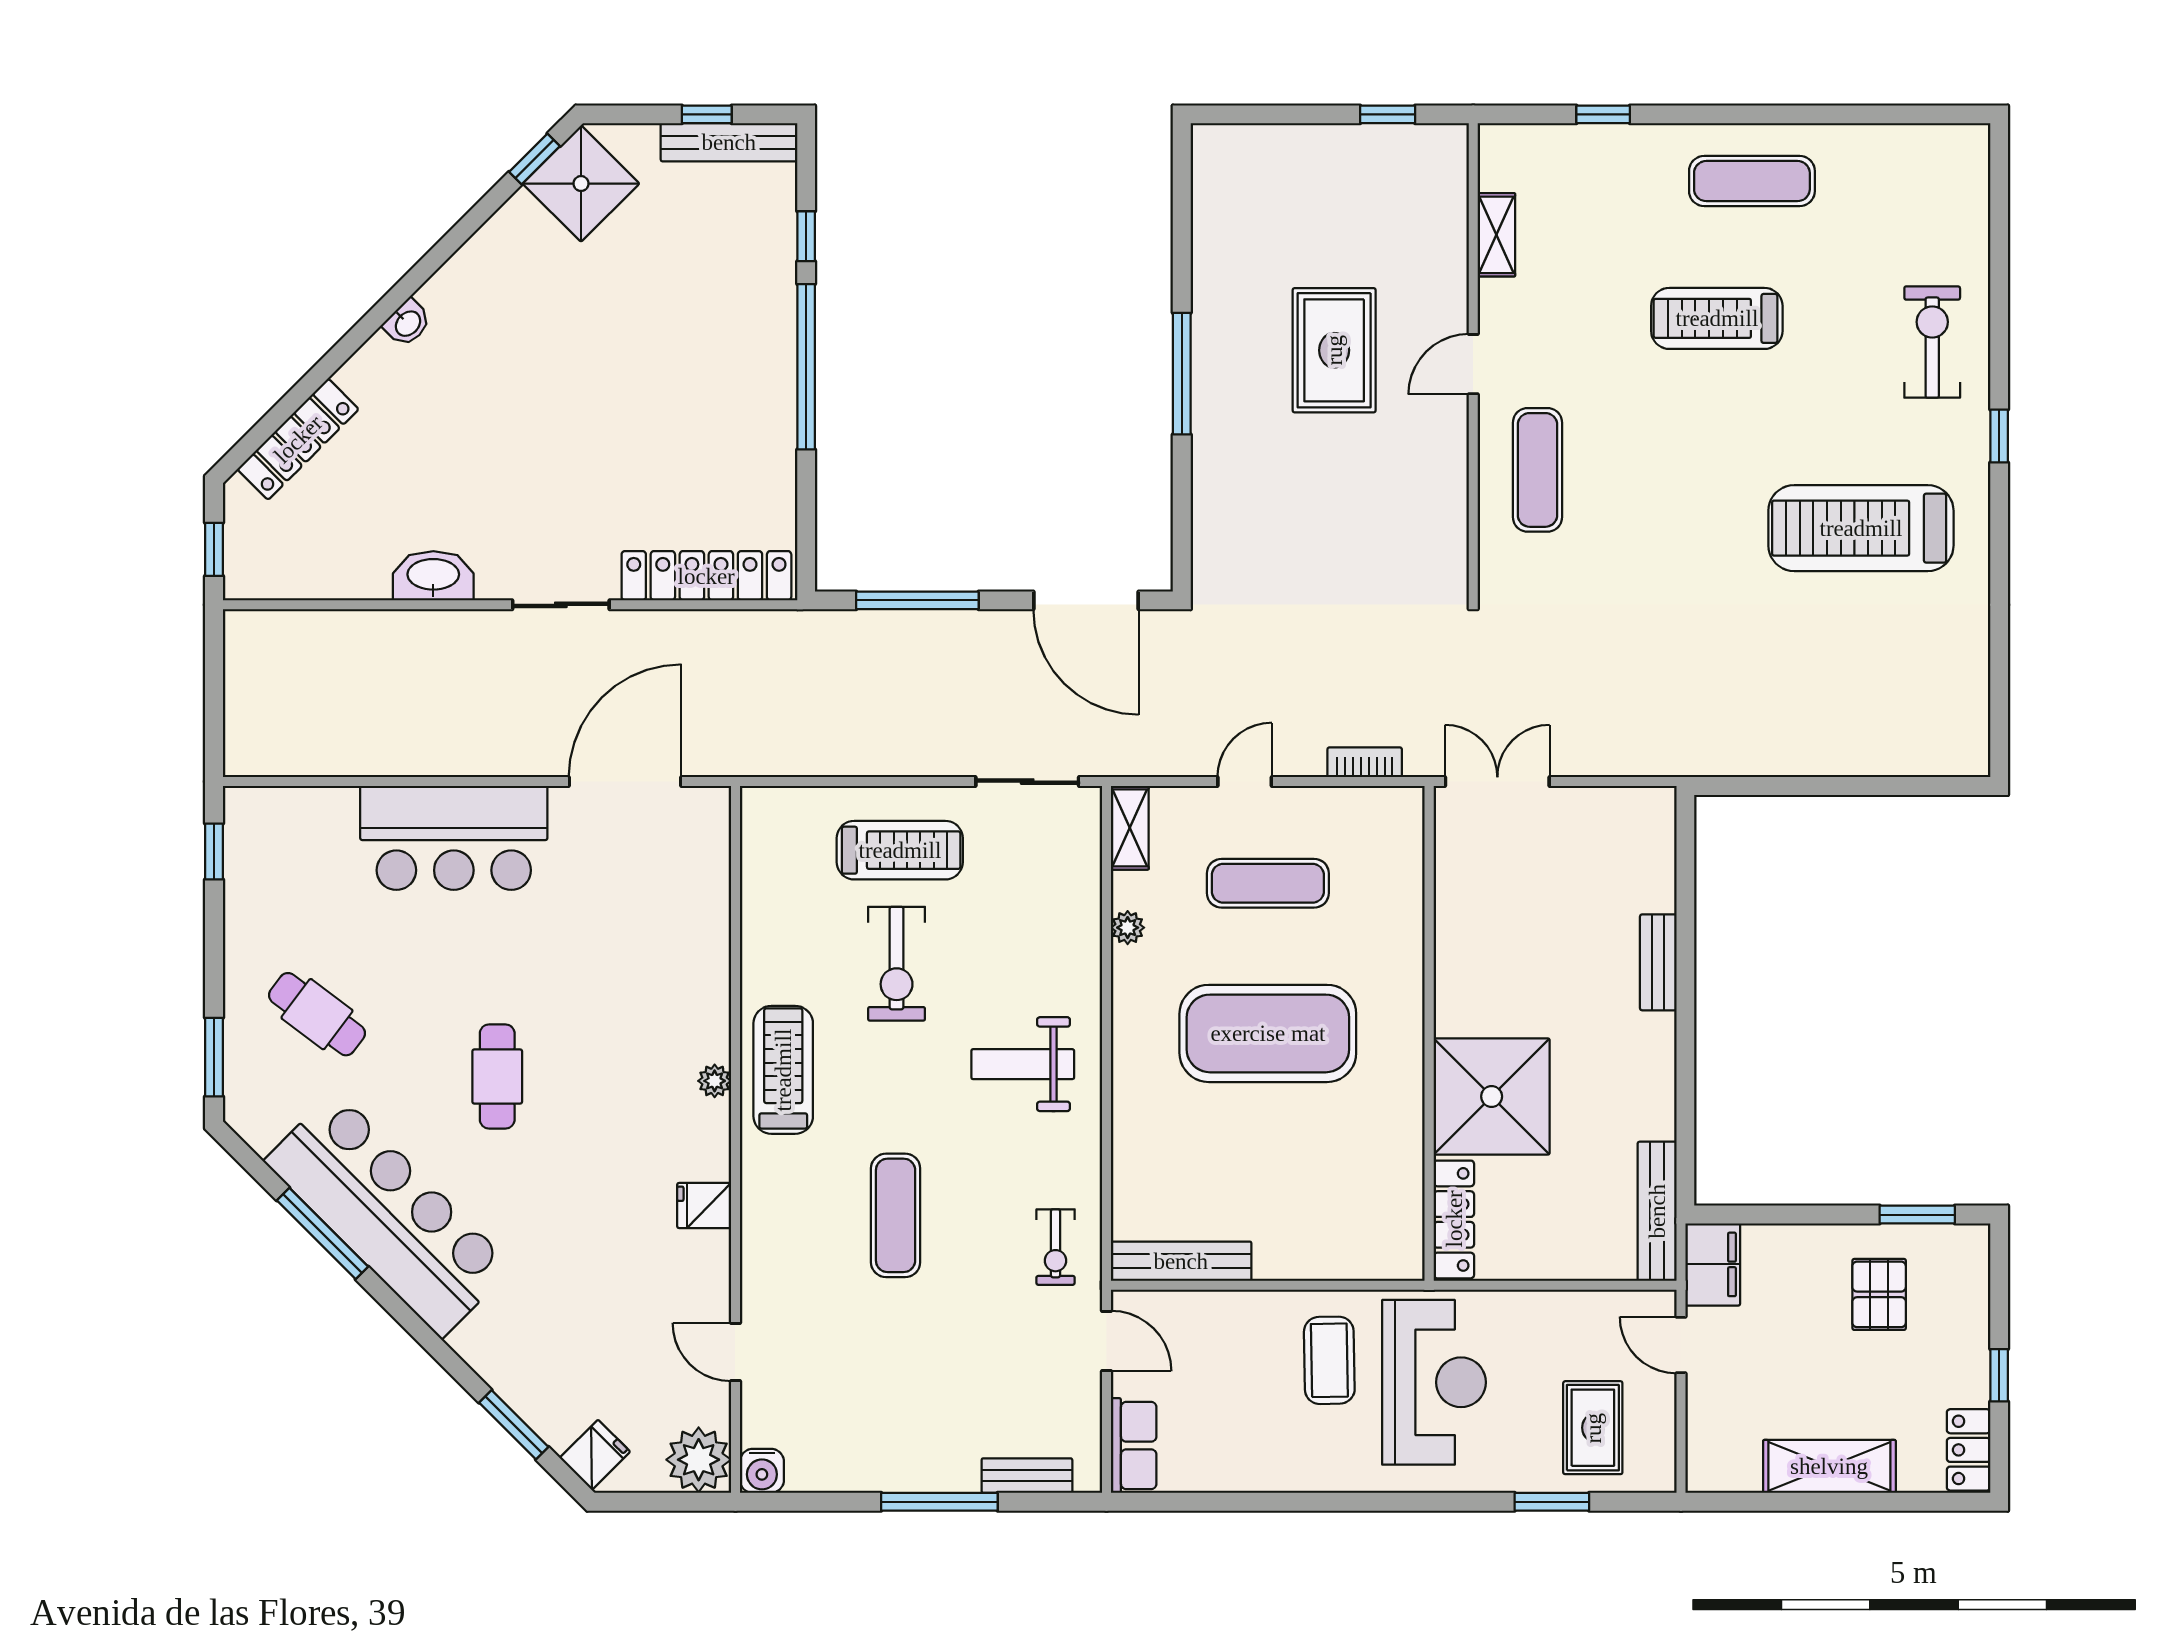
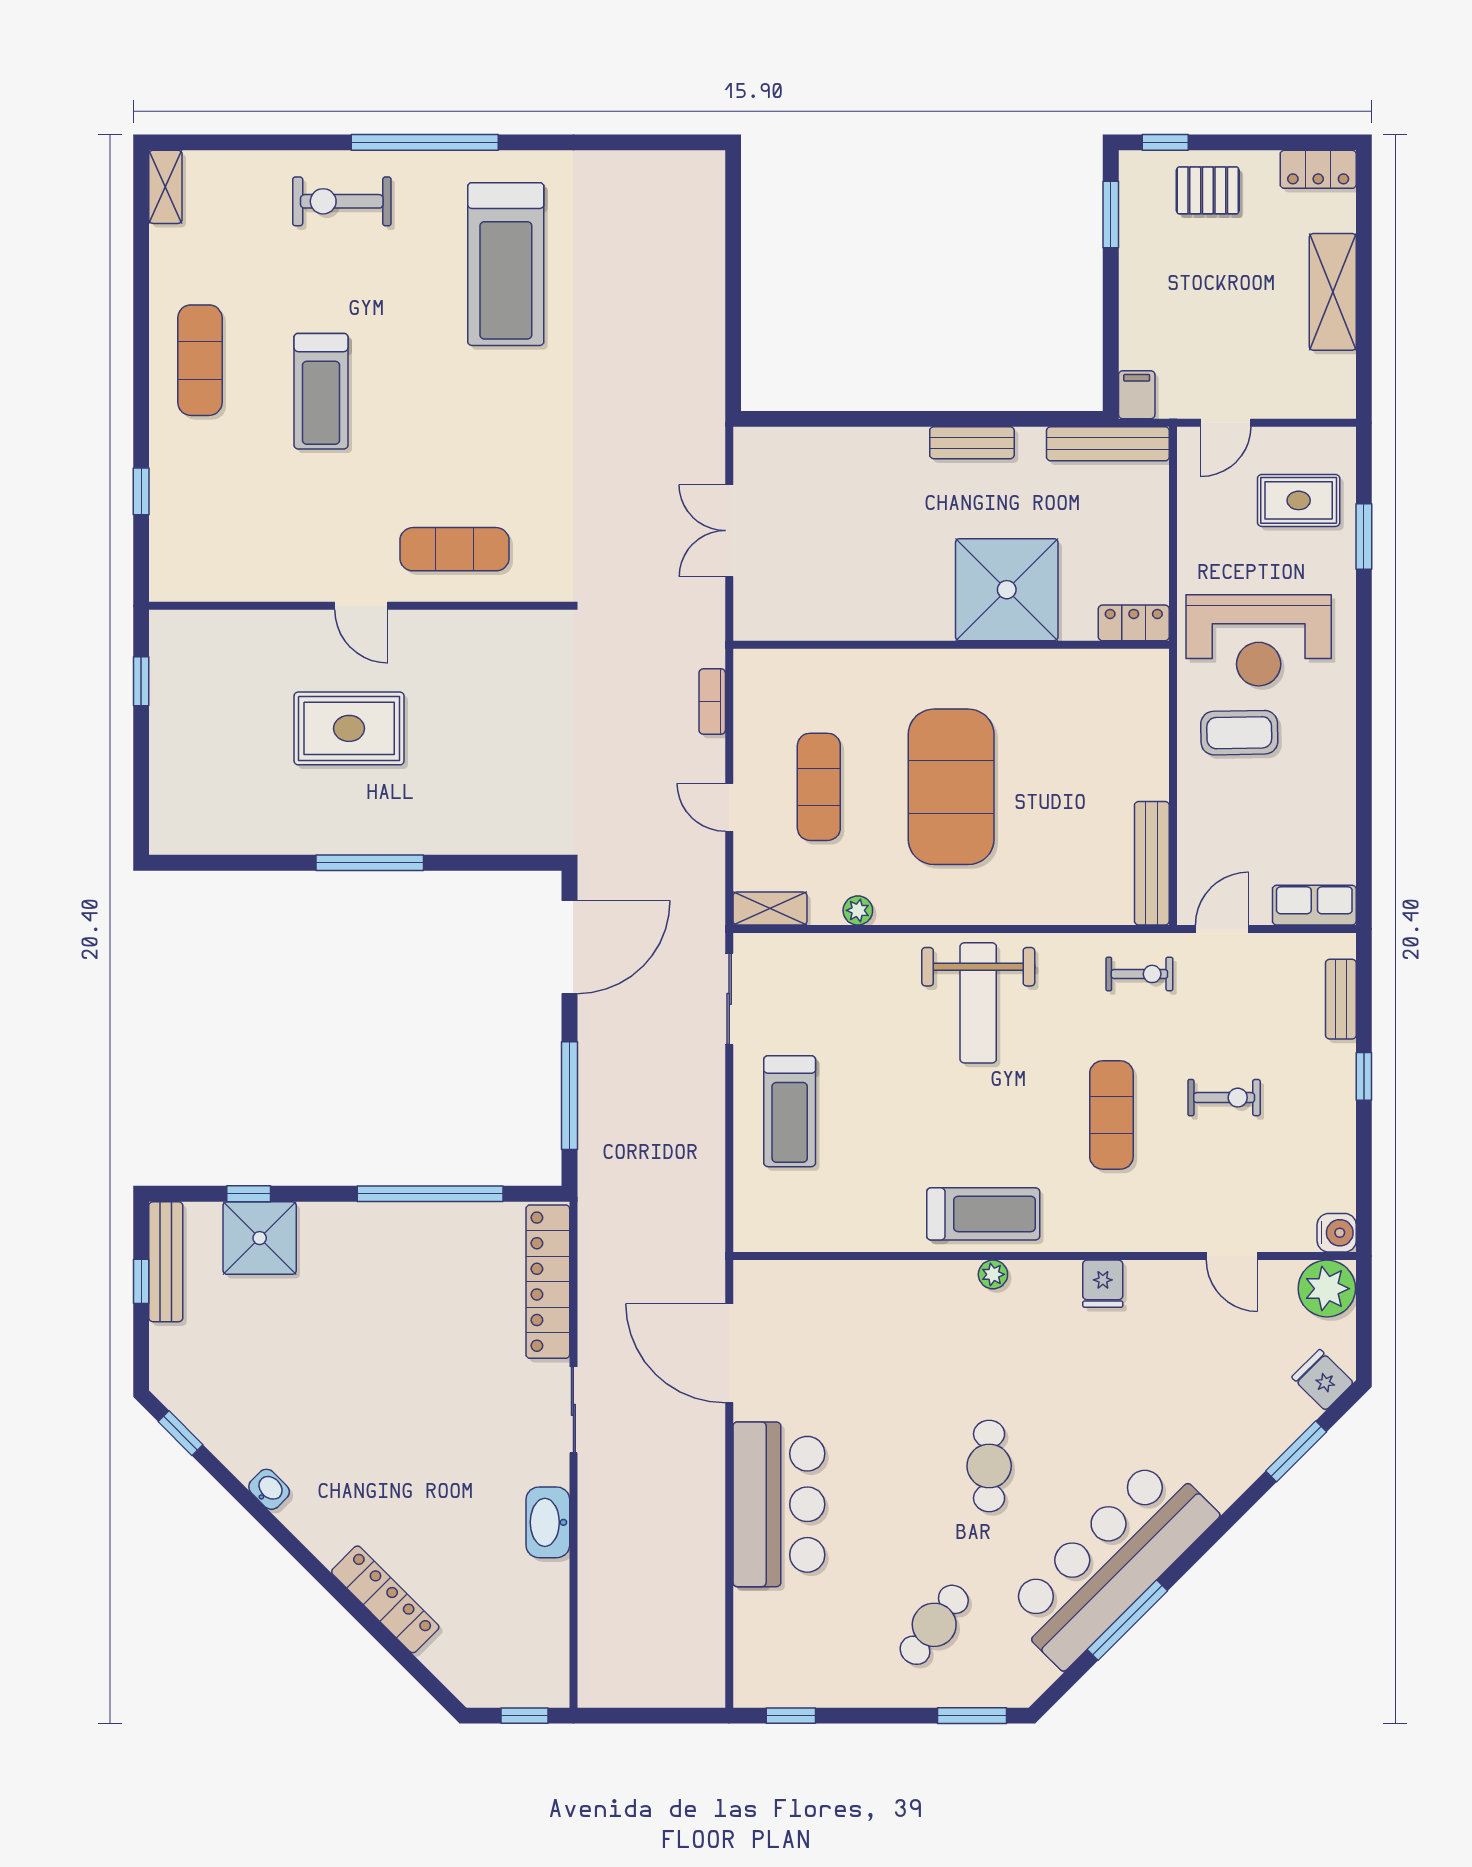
shower: (581, 184) -> (260, 1238), moved, turned 45
shelving: (1496, 235) -> (165, 187), moved, turned 90
washbasin: (407, 323) -> (269, 1489), moved
window: (806, 367) -> (430, 1194), moved
window: (1999, 436) -> (425, 142), width x3.17
locker: (298, 439) -> (385, 1599), moved
double door: (1497, 782) -> (729, 531), moved
treadmill: (900, 850) -> (790, 1111), turned 180
bench: (1658, 962) -> (972, 443), moved
exercise bike: (897, 964) -> (1224, 1098), moved, width x0.73, depth x0.72
weight bench: (1023, 1064) -> (978, 1003), width x1.36, depth x1.33
treadmill: (783, 1070) -> (983, 1214), turned 180
cafe table: (497, 1076) -> (989, 1466), turned 90
exercise mat: (896, 1215) -> (1111, 1115), turned 90
locker: (1454, 1219) -> (1134, 623), width x0.66
filing cabinet: (1713, 1264) -> (1137, 395), width x0.50
pallet: (1879, 1294) -> (1208, 190), moved
door: (735, 1352) -> (1232, 1256), hinge flipped
window: (1999, 1375) -> (1165, 142), moved
reception desk: (1434, 1382) -> (1259, 640), turned 180
window: (939, 1502) -> (1364, 1076), width x0.46

